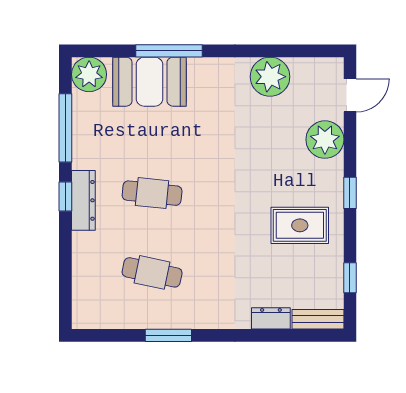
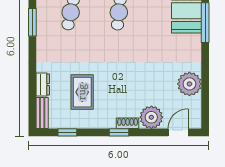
door: (350, 95) -> (178, 132), swing flipped
shoe rack: (335, 179) -> (128, 123), added
rug: (300, 225) -> (82, 92), moved

